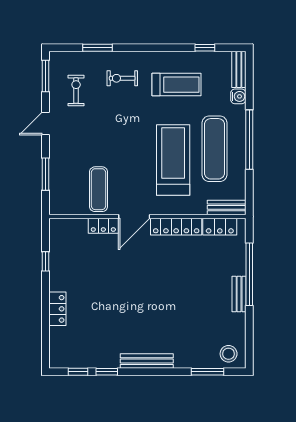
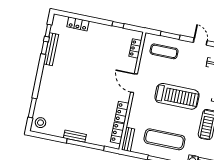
treadmill: (173, 160) -> (177, 96), moved
exercise mat: (99, 189) -> (164, 51), moved
locker: (103, 226) -> (135, 48), moved
locker: (176, 227) -> (122, 112), width x0.66
locker: (57, 309) -> (78, 24), moved
bench: (147, 361) -> (51, 49), moved

